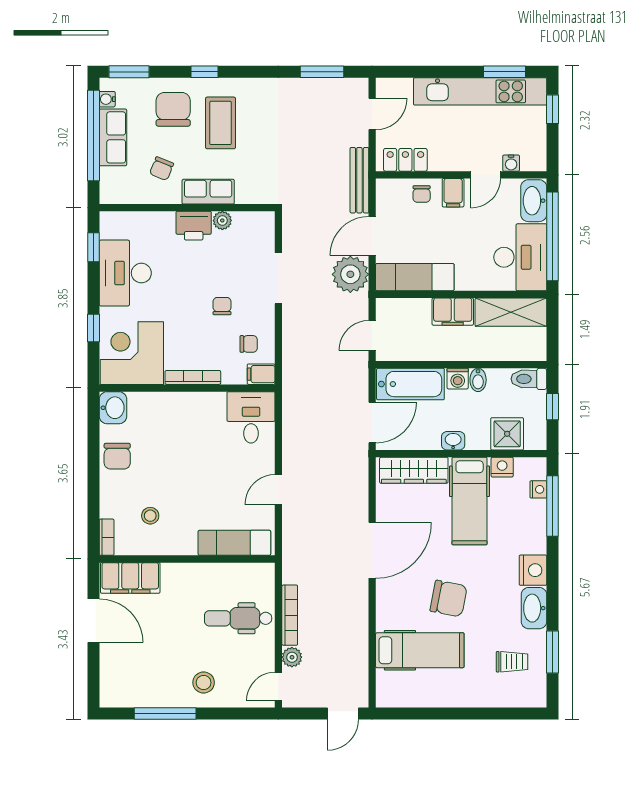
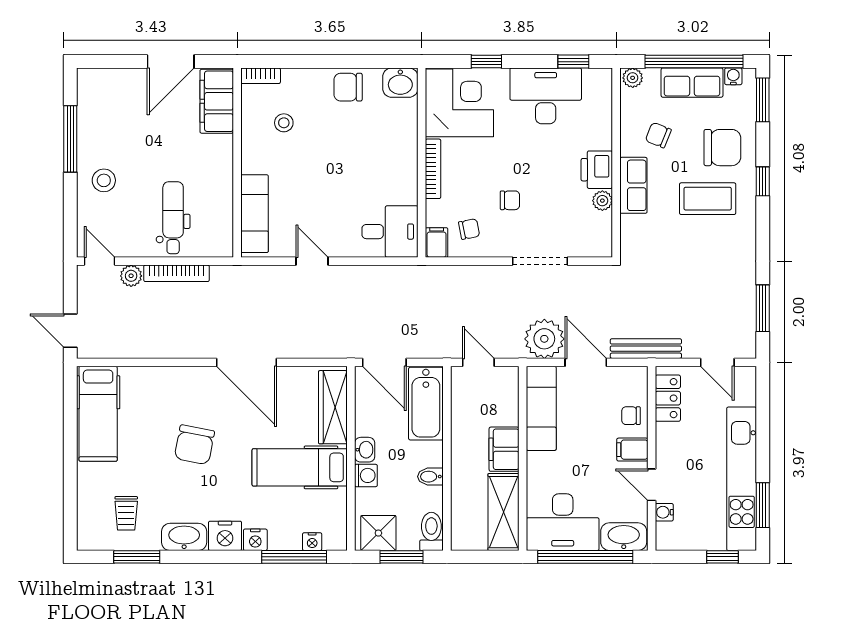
plant: (108, 192) -> (633, 78), added
chair: (249, 344) -> (469, 229), turned -101
washing machine: (458, 379) -> (366, 475), moved, turned 180
window: (553, 407) -> (402, 557), width x1.50
shower: (507, 434) -> (378, 533), moved
nightstand: (502, 467) -> (255, 540), moved, turned 90
hospital bed: (420, 650) -> (98, 414), moved

